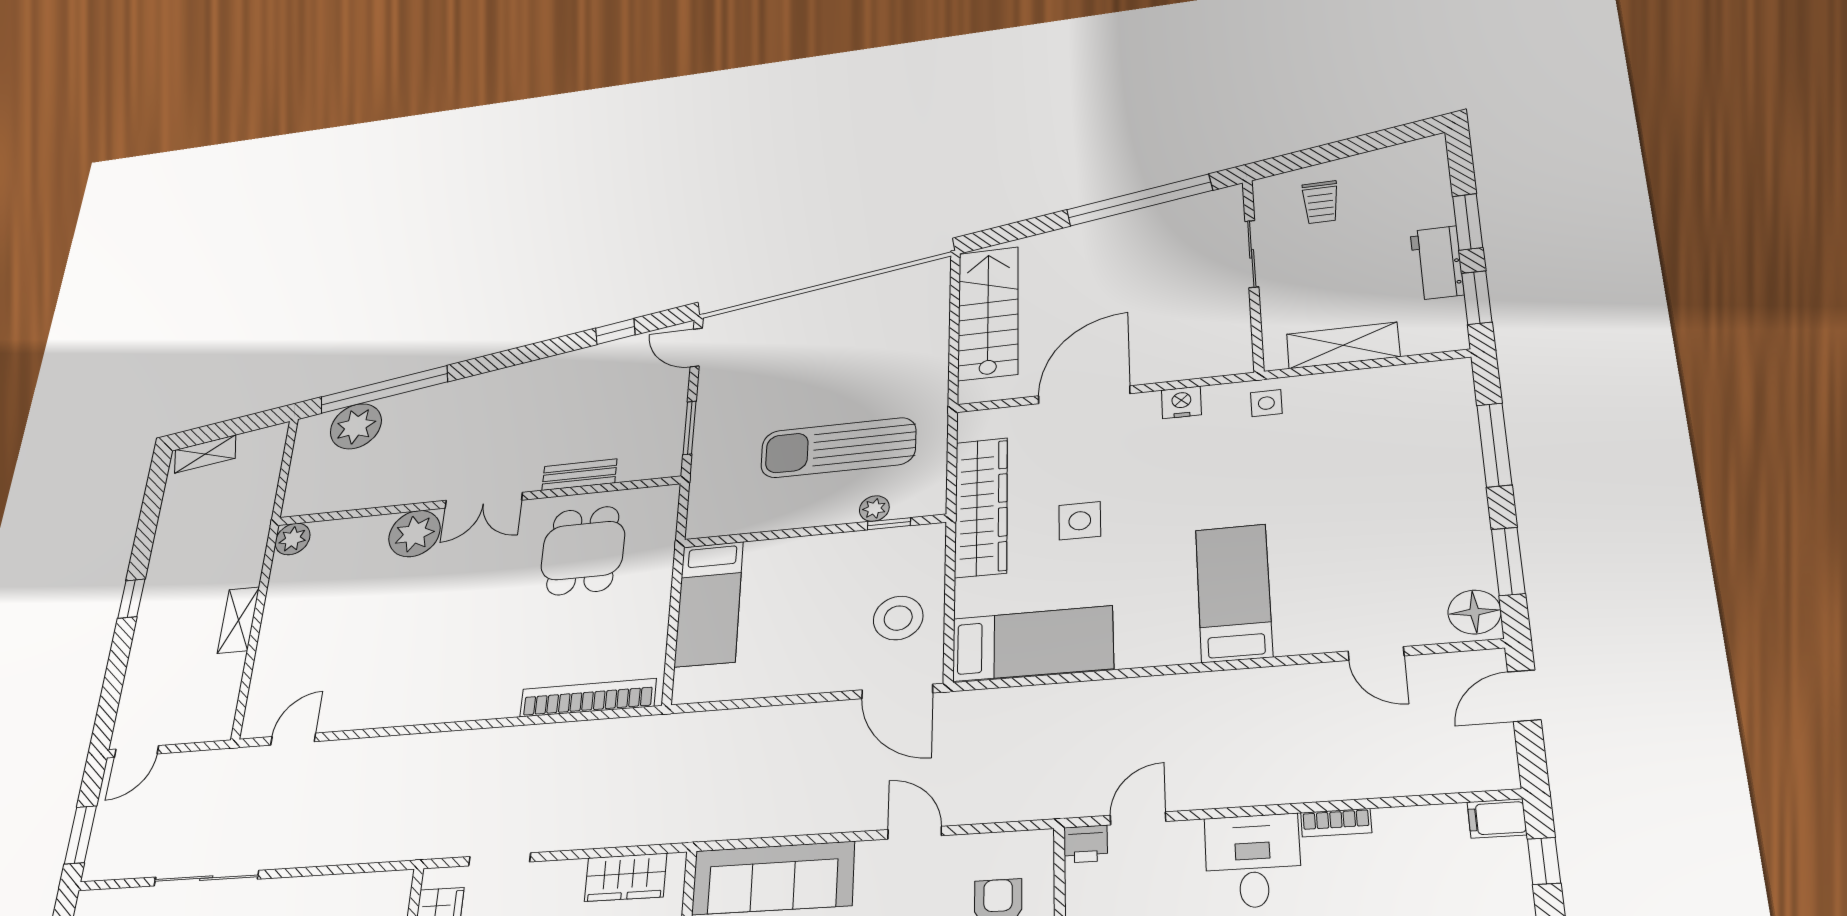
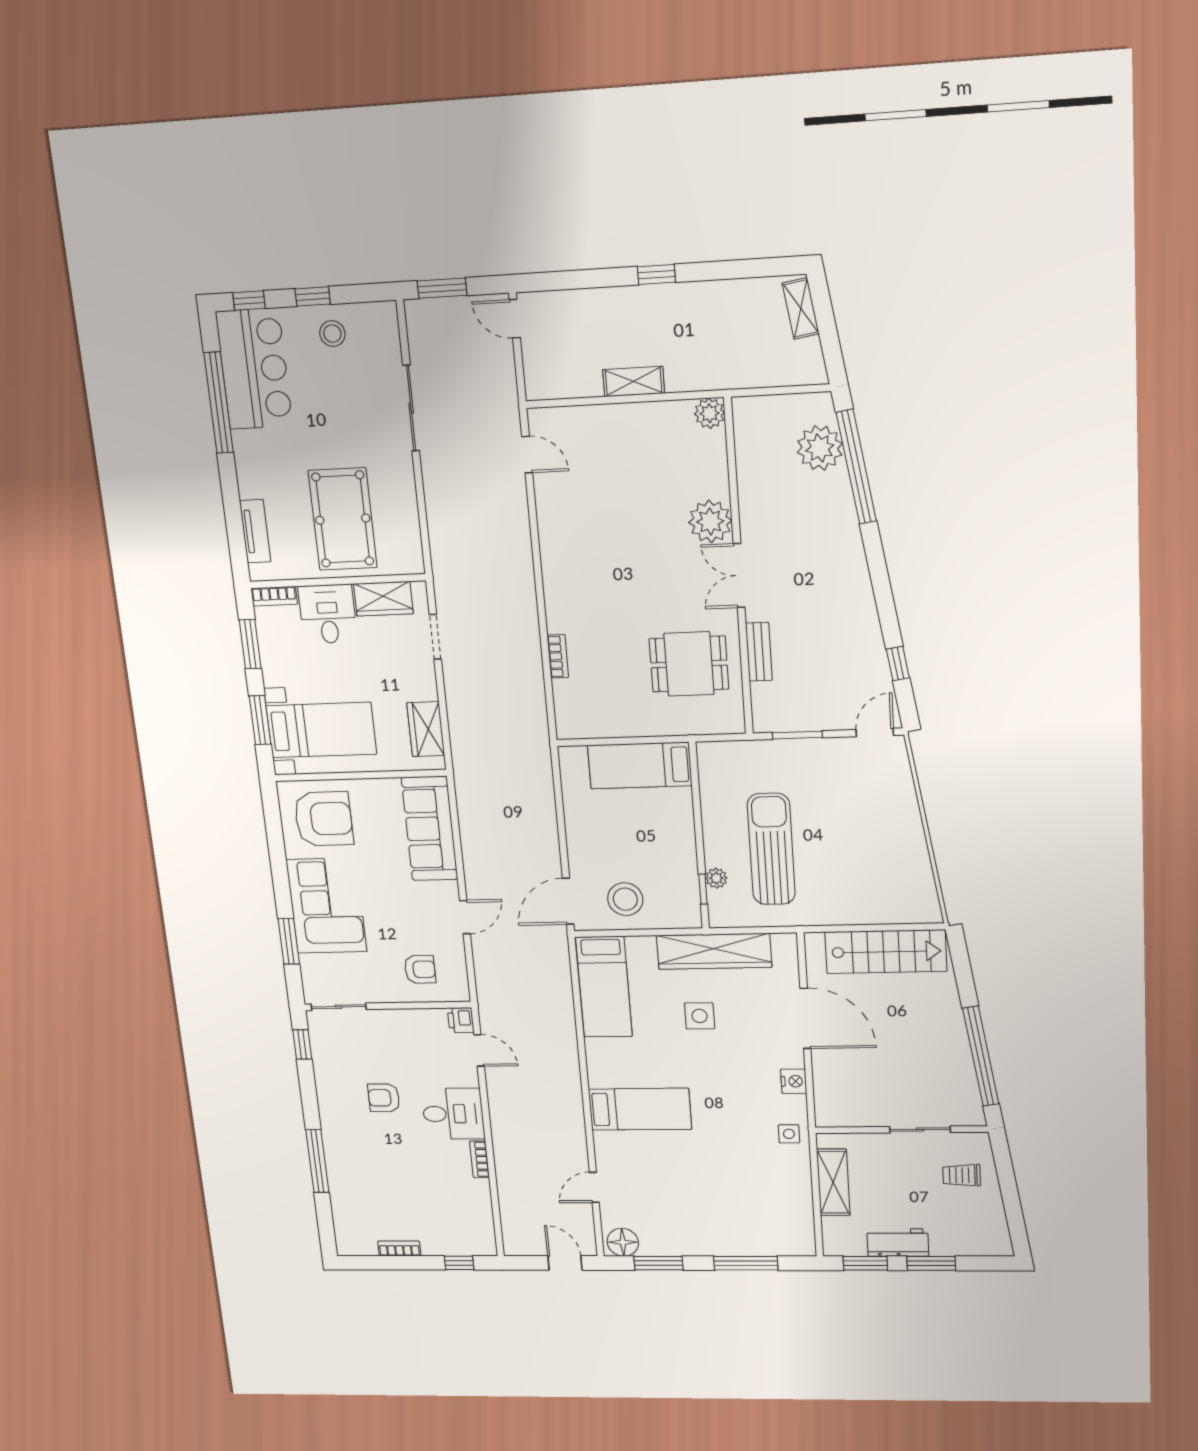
bookcase: (588, 698) -> (558, 656), width x0.43, depth x0.76
filing cabinet: (1497, 818) -> (485, 1242), removed

